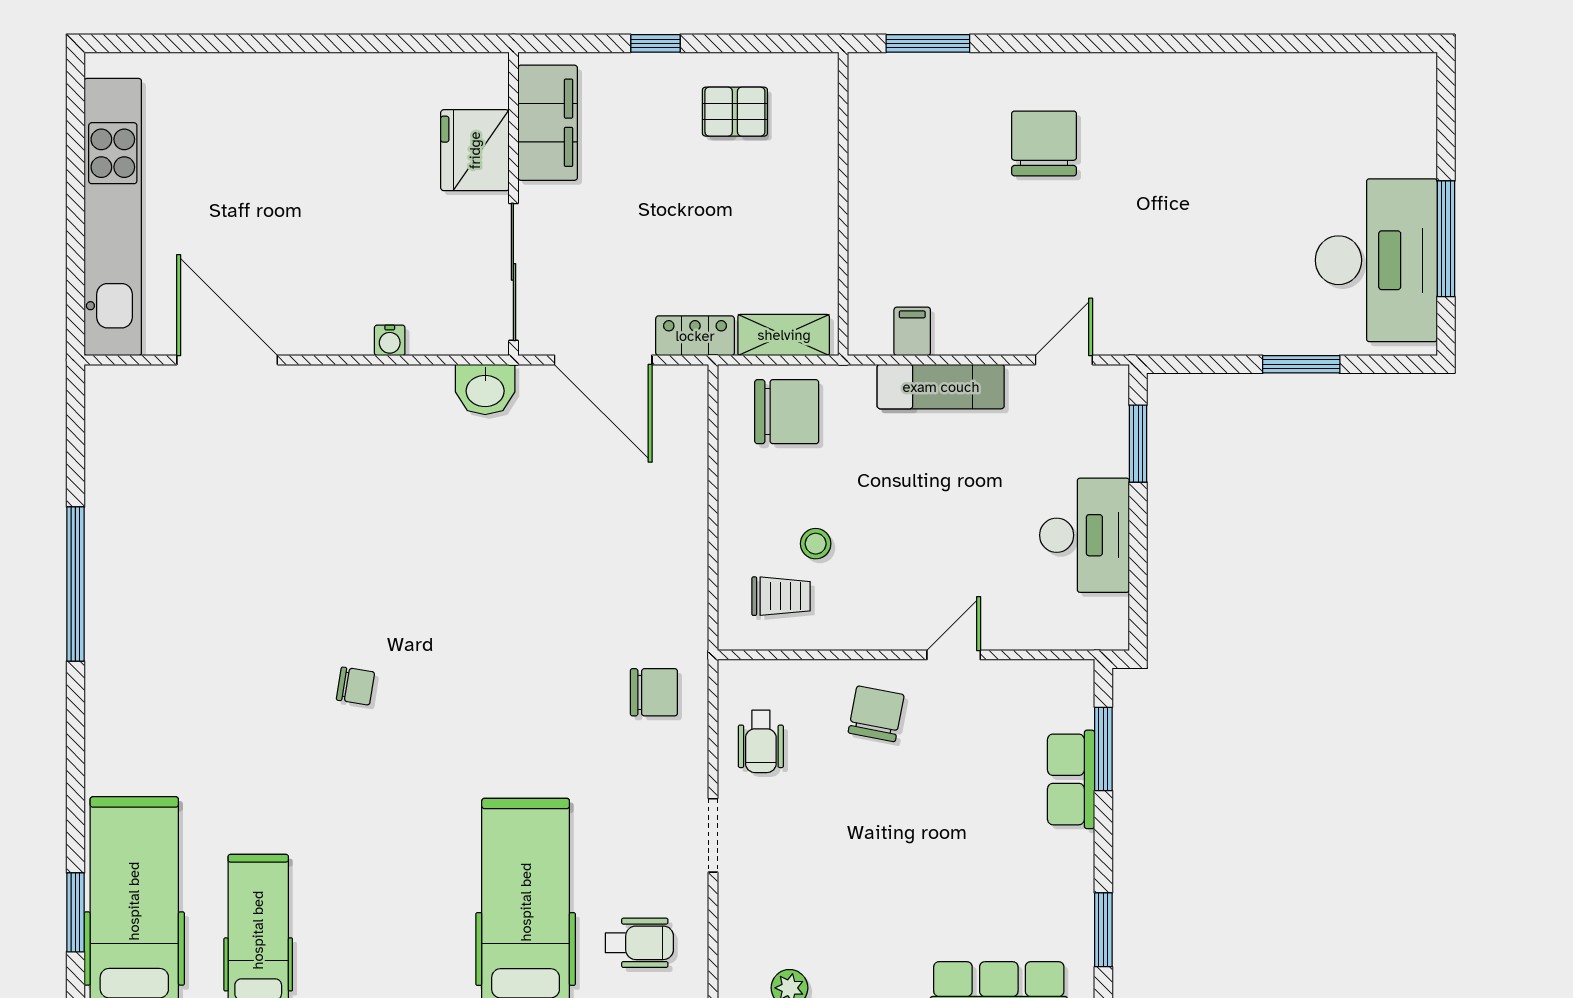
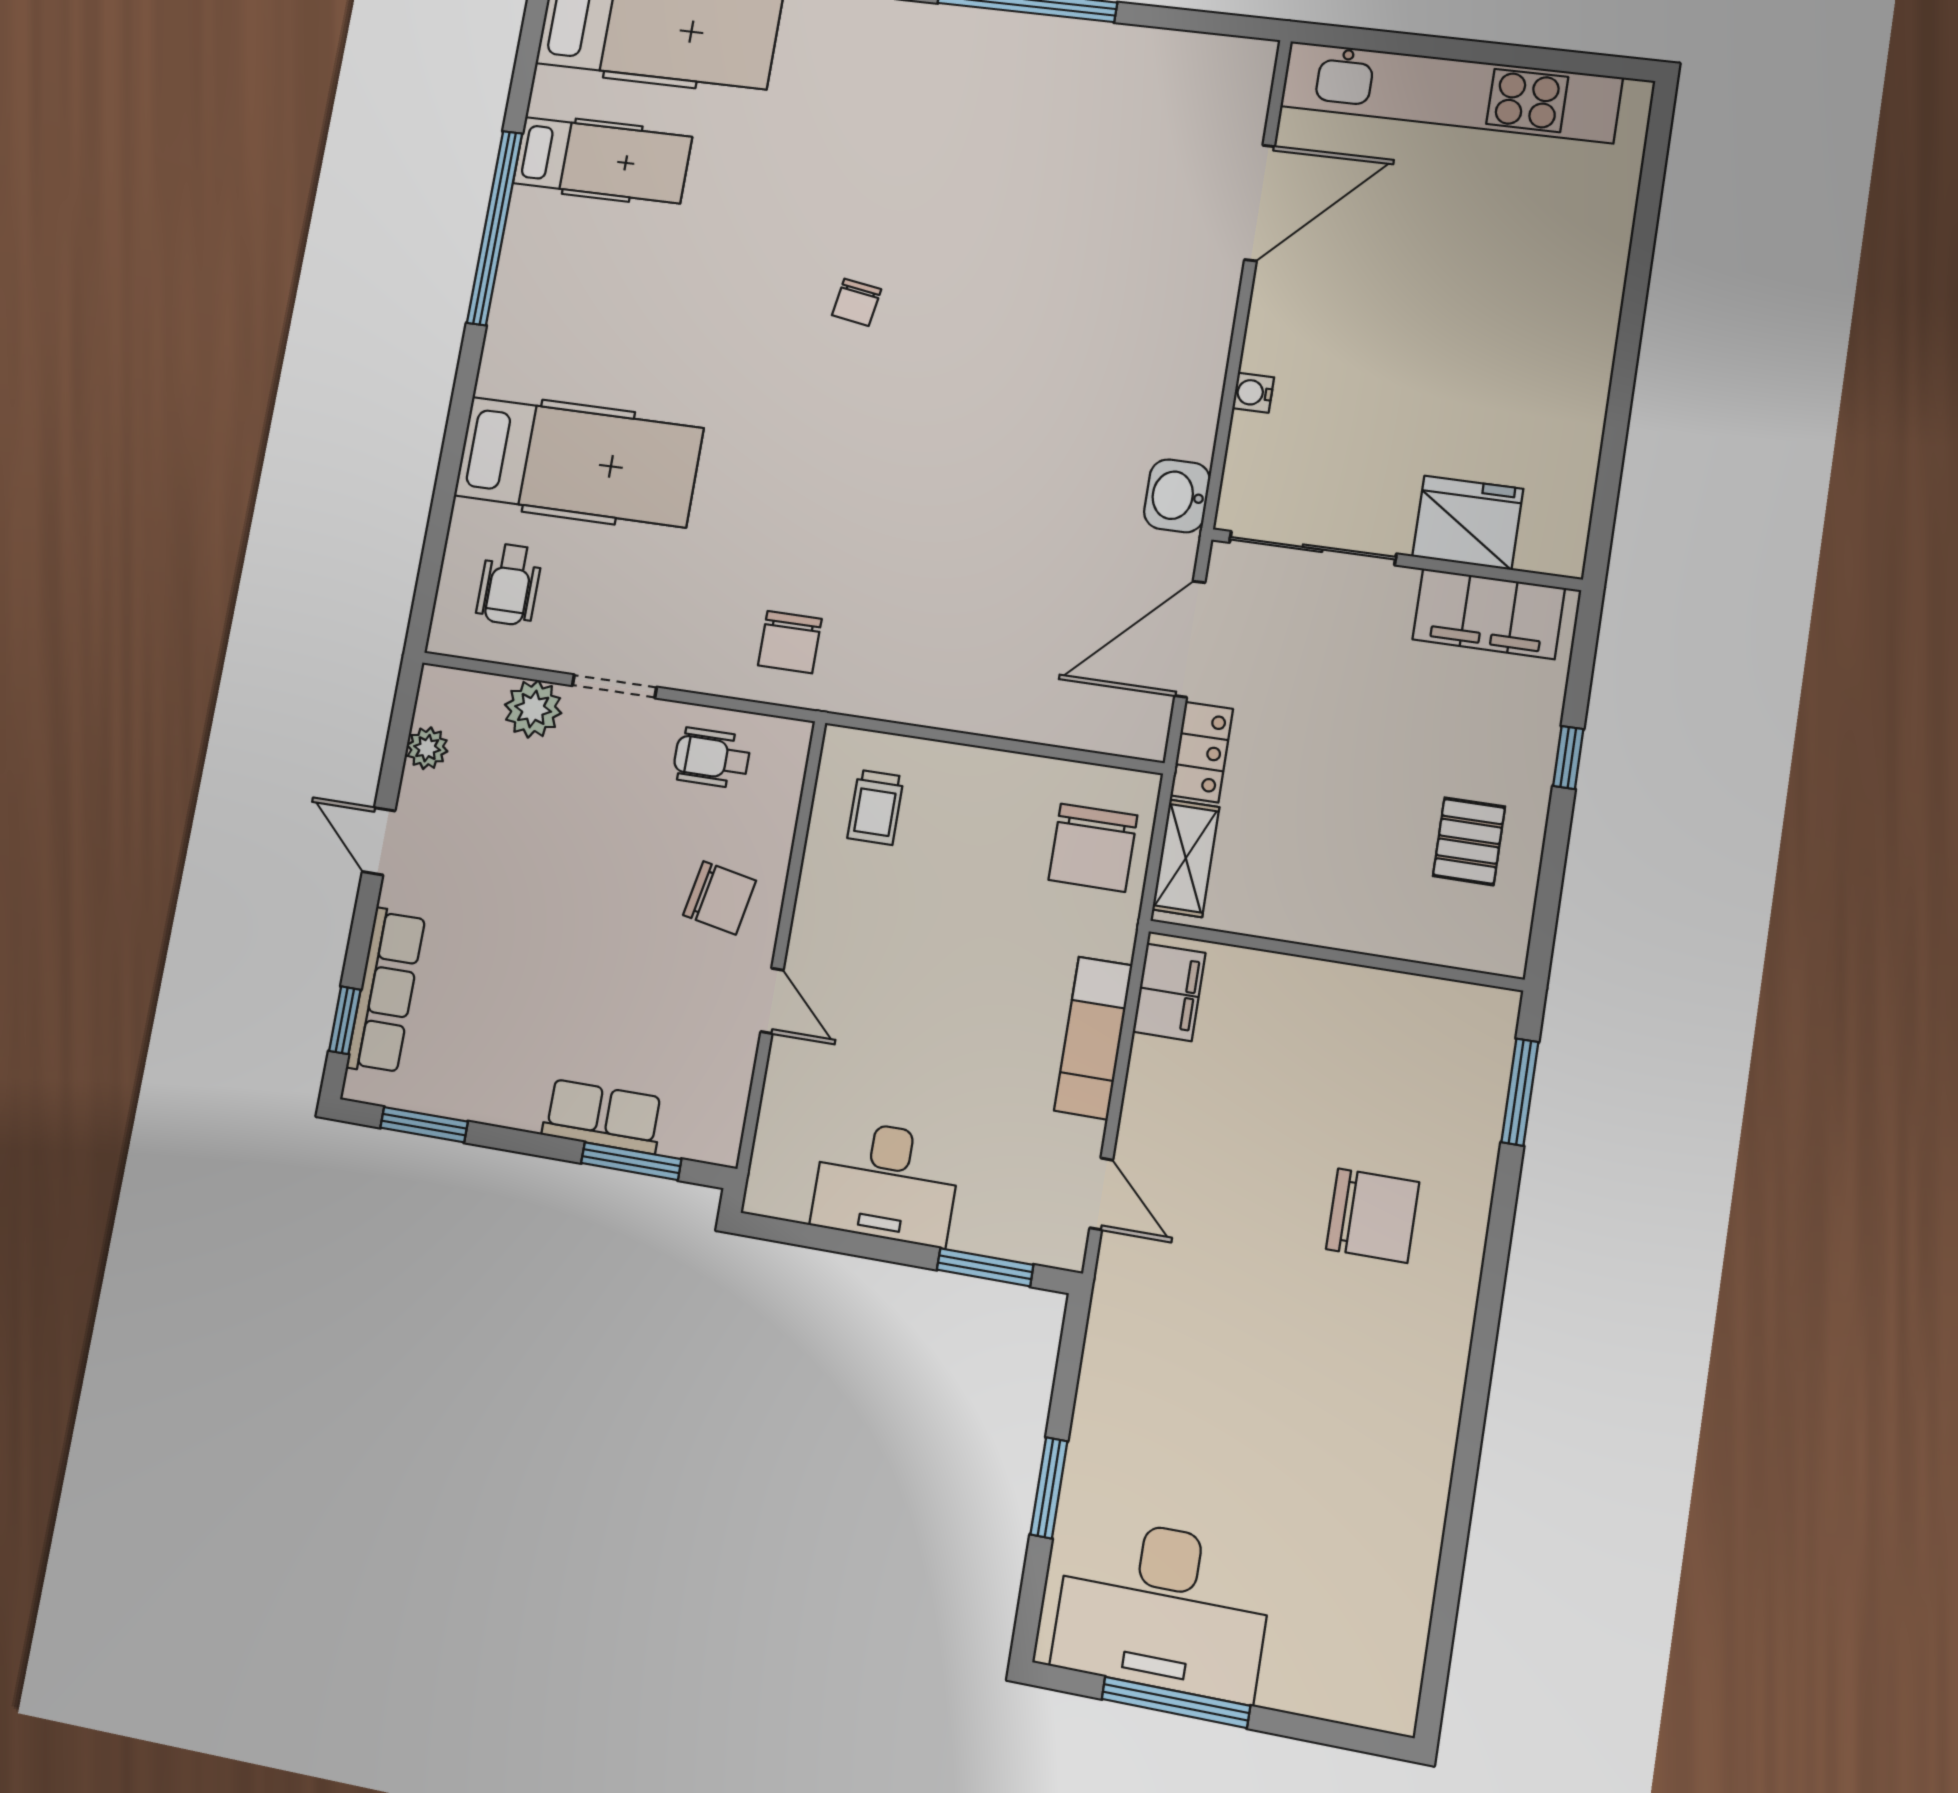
filing cabinet: (912, 331) -> (1169, 992), width x2.00
stool: (816, 544) -> (930, 858), removed
plant: (743, 902) -> (533, 709), added

